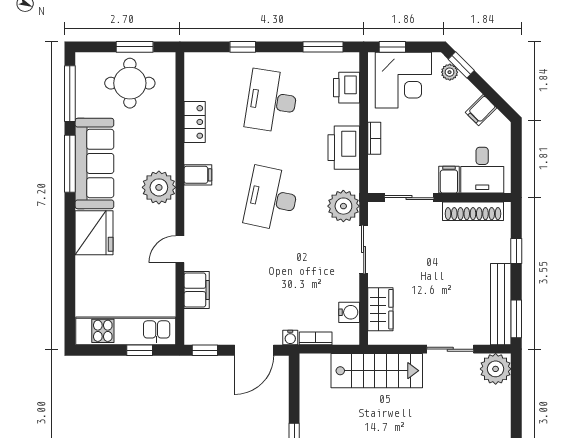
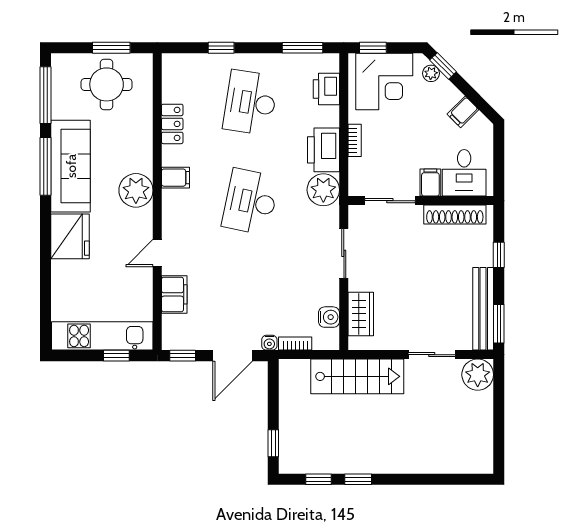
plant: (343, 206) -> (323, 190), moved

